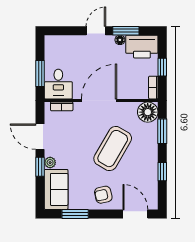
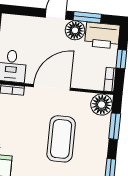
floor lamp: (120, 40) -> (75, 30), width x1.89, depth x1.89
coffee table: (113, 149) -> (61, 139), turned -30

